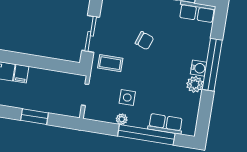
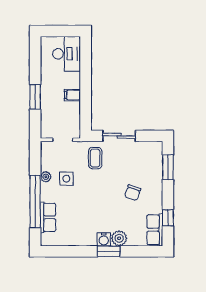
chair: (144, 41) -> (133, 193), moved
window: (212, 65) -> (109, 251), width x0.47
filing cabinet: (21, 74) -> (72, 95), moved
plant: (195, 84) -> (119, 238), moved

